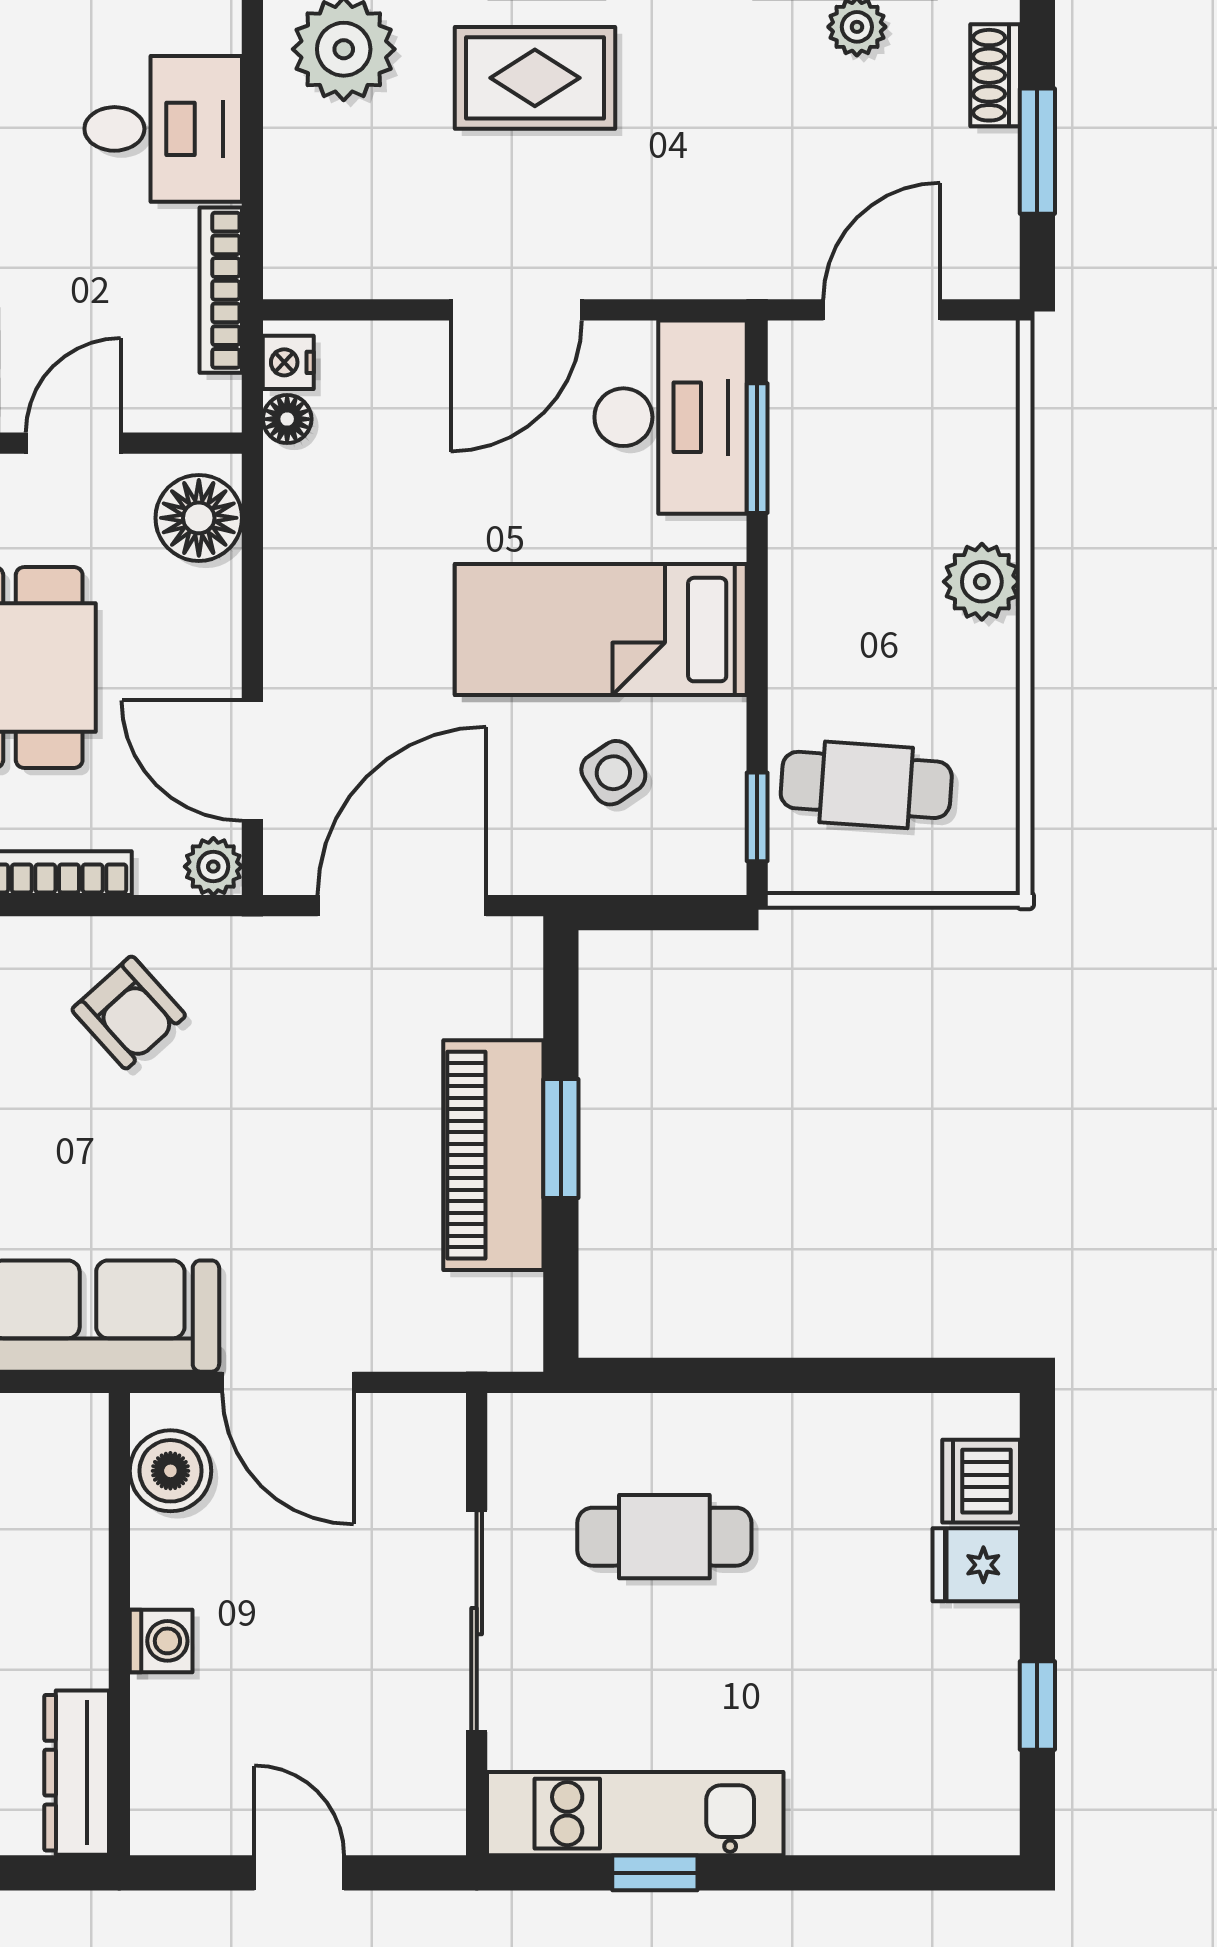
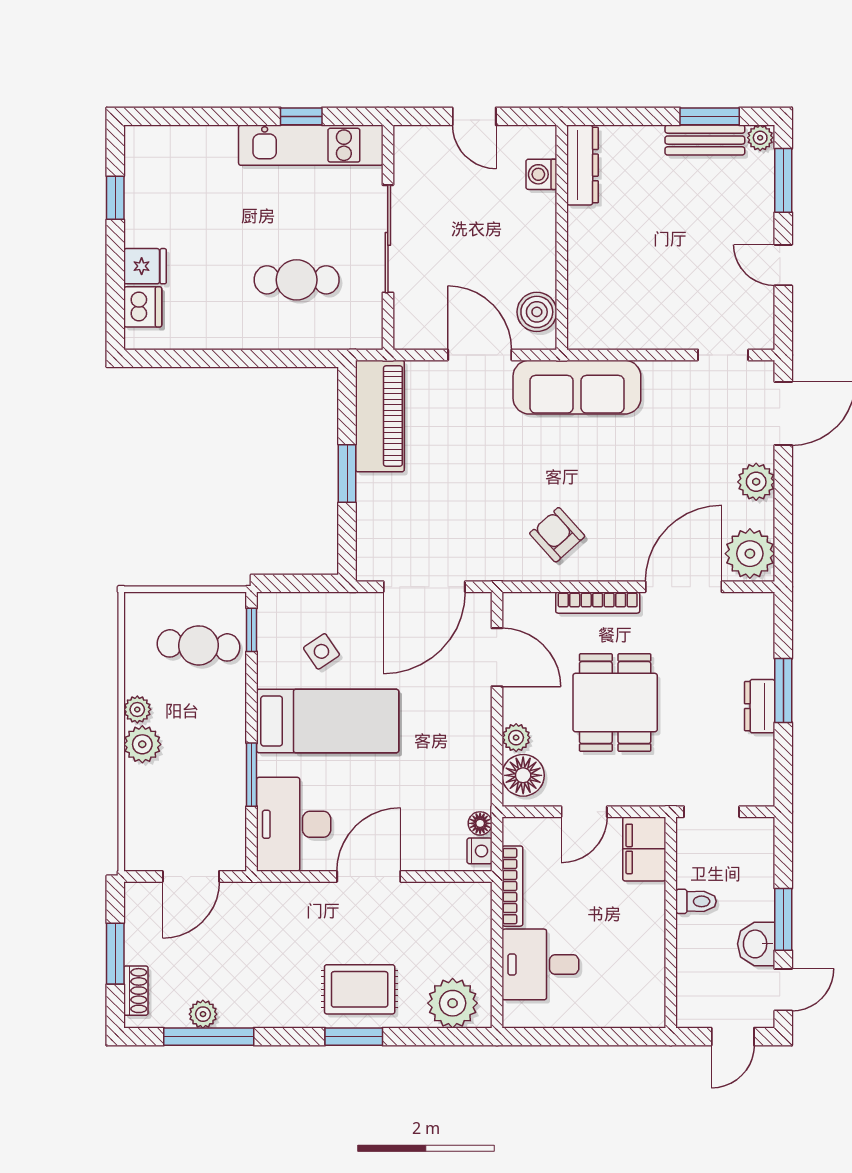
window: (757, 448) -> (252, 775), moved
plant: (992, 653) -> (137, 709), added
plant: (213, 867) -> (516, 738), moved
piano: (493, 1155) -> (380, 416), moved
washing machine: (161, 1641) -> (541, 174), moved

